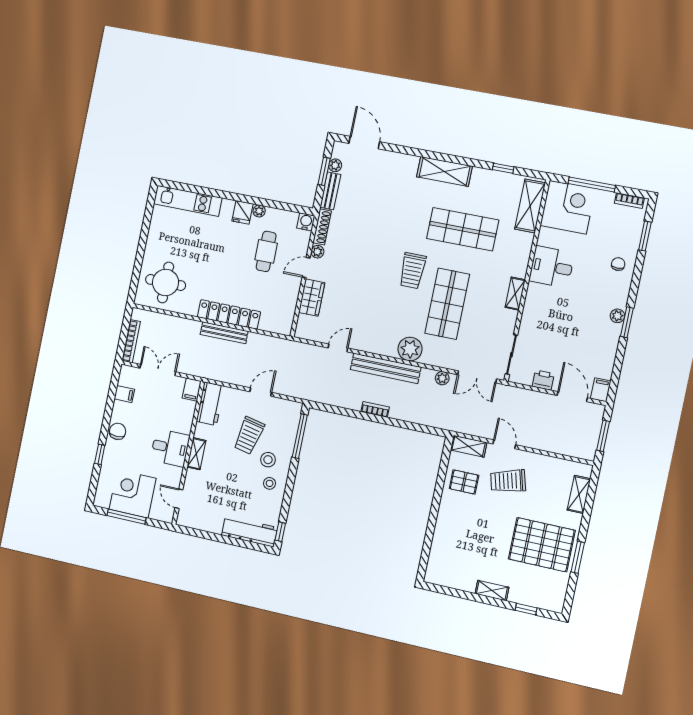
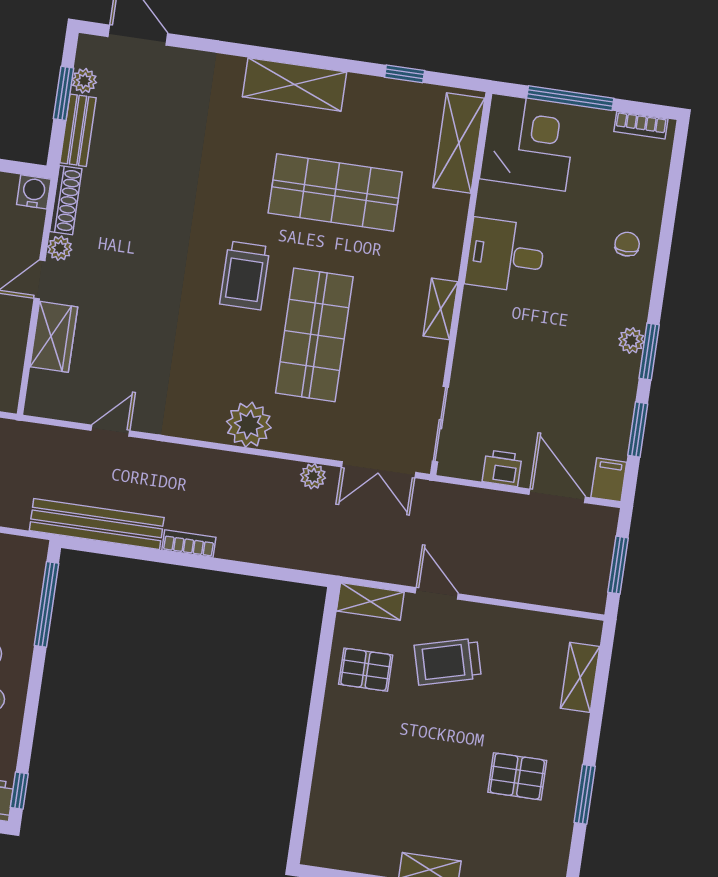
window: (645, 236) -> (638, 429), moved
bench: (386, 368) -> (97, 524), moved
pallet: (542, 545) -> (517, 776), width x0.49, depth x0.50

